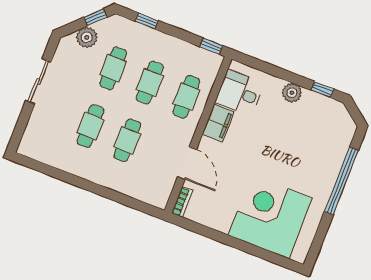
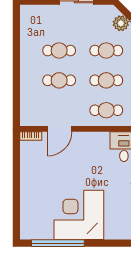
filing cabinet: (218, 123) -> (97, 140), removed
window: (341, 181) -> (58, 243), moved
corner desk: (270, 217) -> (79, 215), moved, turned -90

